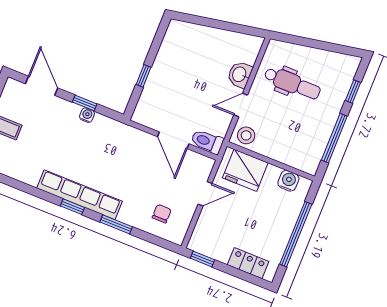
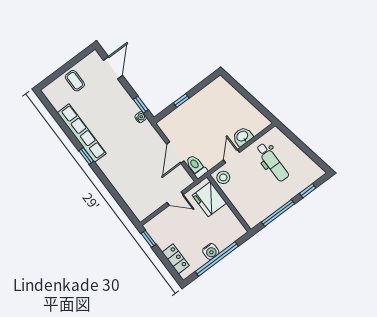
window: (85, 103) -> (141, 105), moved
door: (241, 105) -> (231, 156), hinge flipped
water cooler: (87, 115) -> (141, 117), moved
water cooler: (288, 181) -> (211, 251), moved, turned 90
row of seats: (80, 195) -> (82, 133), moved
chair: (162, 214) -> (140, 195), removed
window: (116, 224) -> (107, 184), removed

